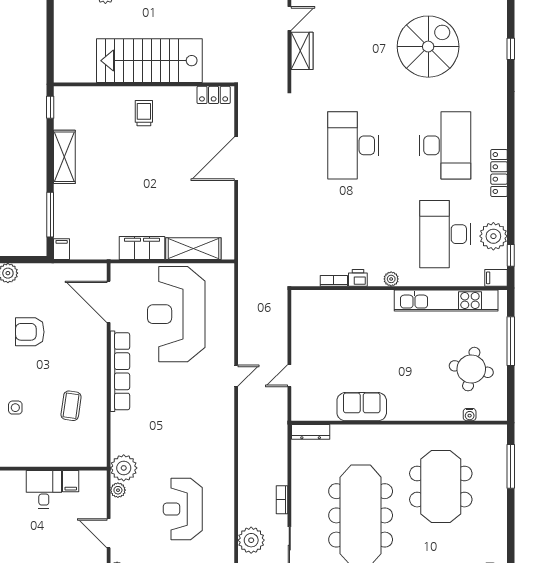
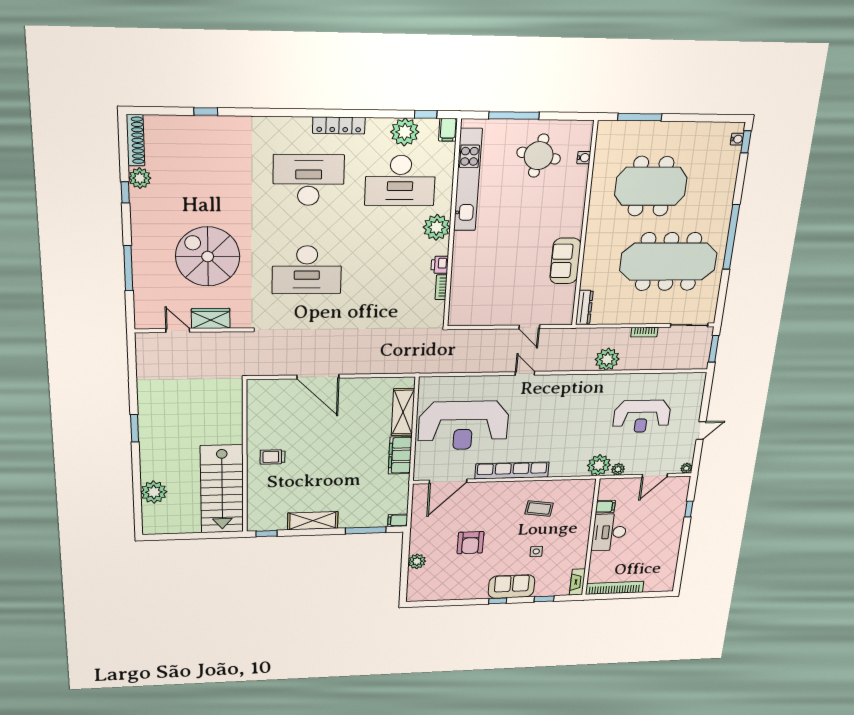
spiral stairs: (428, 47) -> (208, 257), moved
stairs: (149, 61) -> (222, 489), moved
locker: (214, 95) -> (255, 398), removed
plant: (391, 279) -> (437, 227), width x1.88, depth x1.88
desk: (44, 489) -> (609, 532), width x1.37
plant: (251, 540) -> (607, 359), moved

